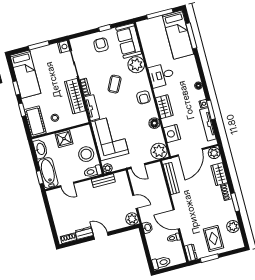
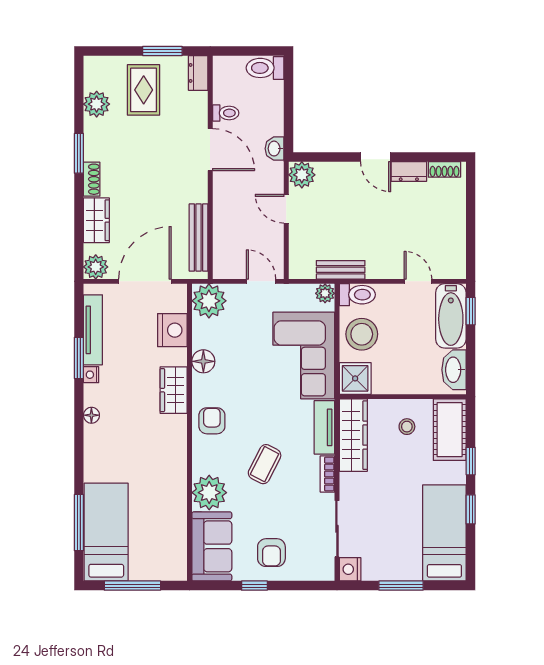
desk: (161, 75) -> (163, 457), removed
wardrobe: (75, 96) -> (353, 435), moved
shower: (64, 139) -> (355, 378), moved

